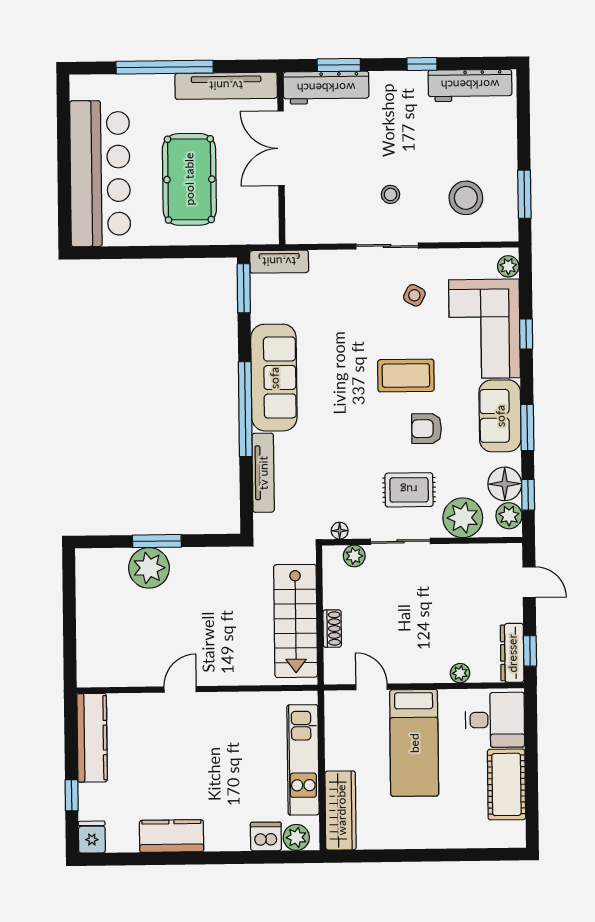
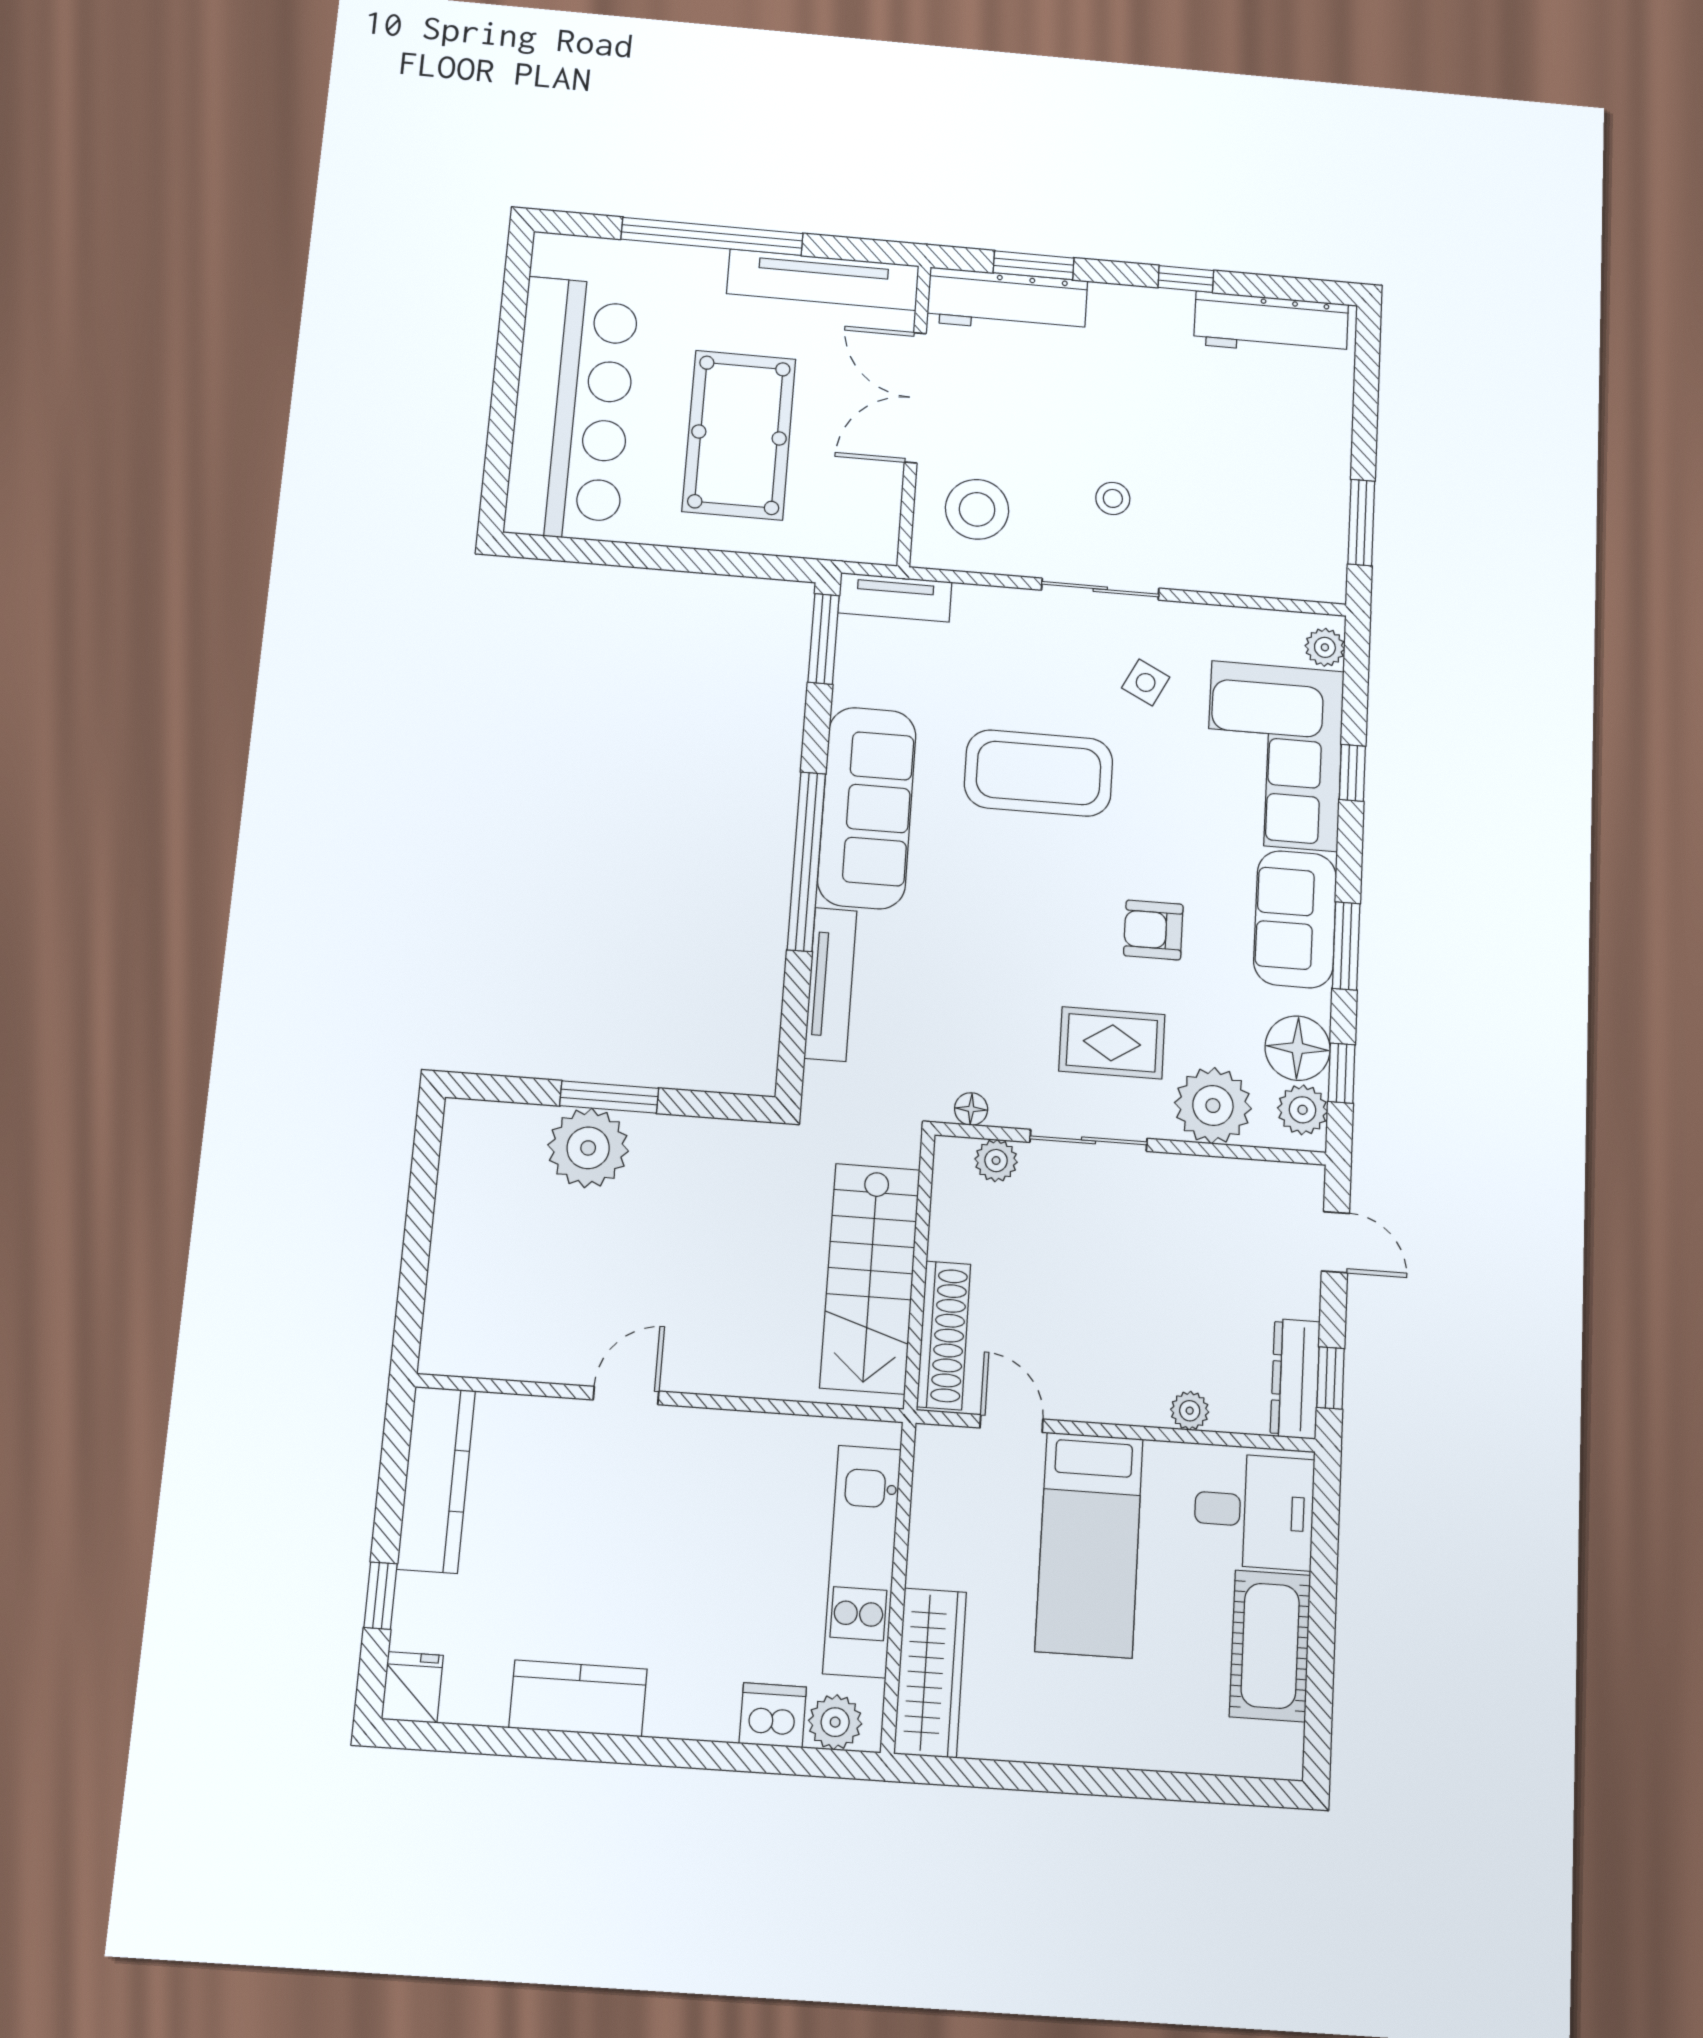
stool: (466, 198) -> (977, 509), moved
coffee table: (406, 376) -> (1039, 773), moved, width x1.36, depth x1.32
shoe rack: (332, 629) -> (944, 1335), width x1.94, depth x1.24

